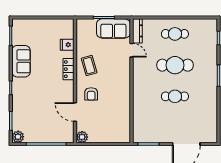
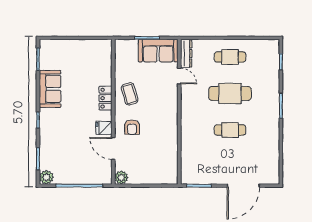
fridge: (67, 45) -> (104, 128), moved

